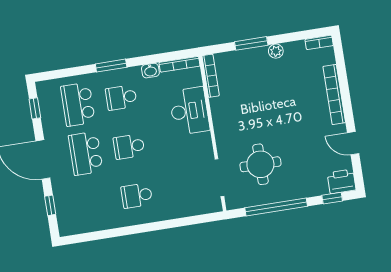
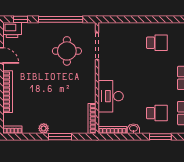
school desk: (129, 147) -> (157, 78), removed

